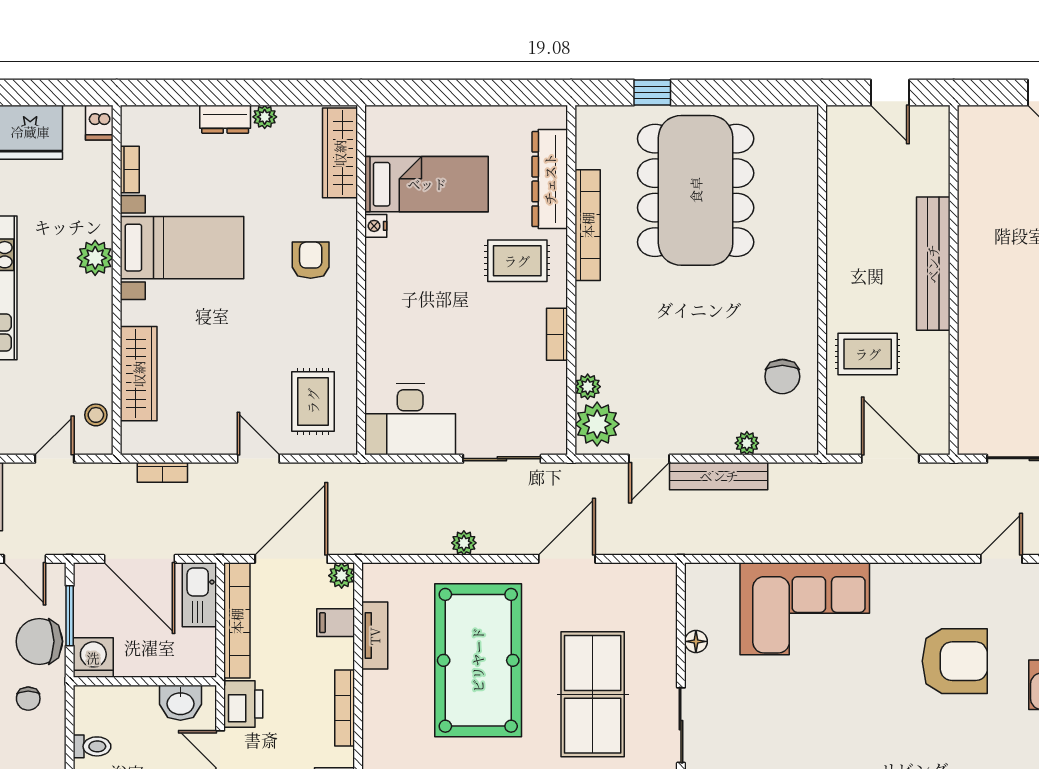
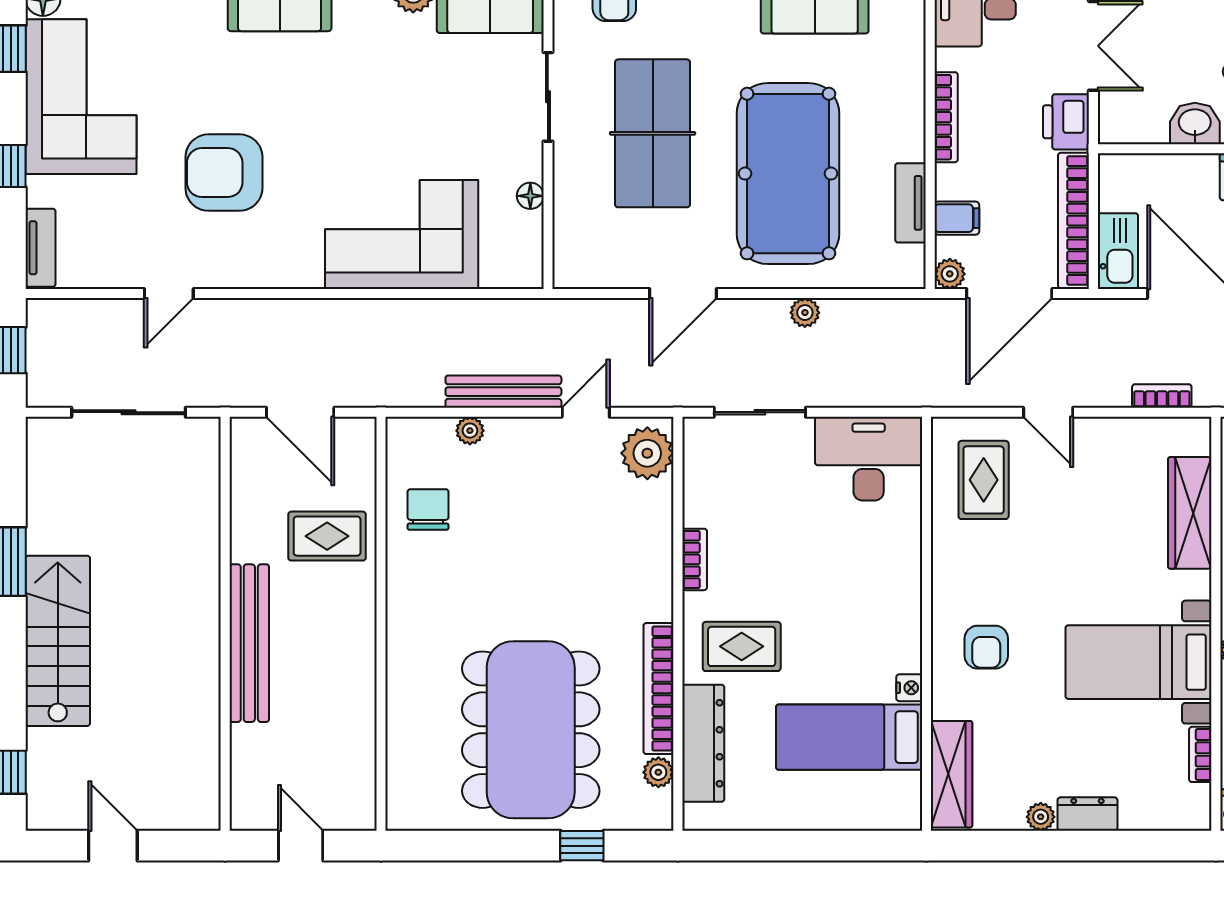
plant: (588, 387) -> (658, 772), moved
washbasin: (180, 703) -> (1195, 123), moved

